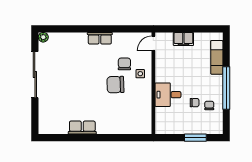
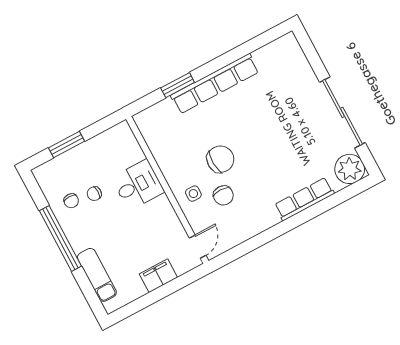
plant: (43, 37) -> (350, 169), width x1.88, depth x1.88
row of seats: (100, 38) -> (304, 199), moved, width x1.48
row of seats: (82, 128) -> (215, 84), width x2.02
window: (117, 138) -> (178, 85), added

